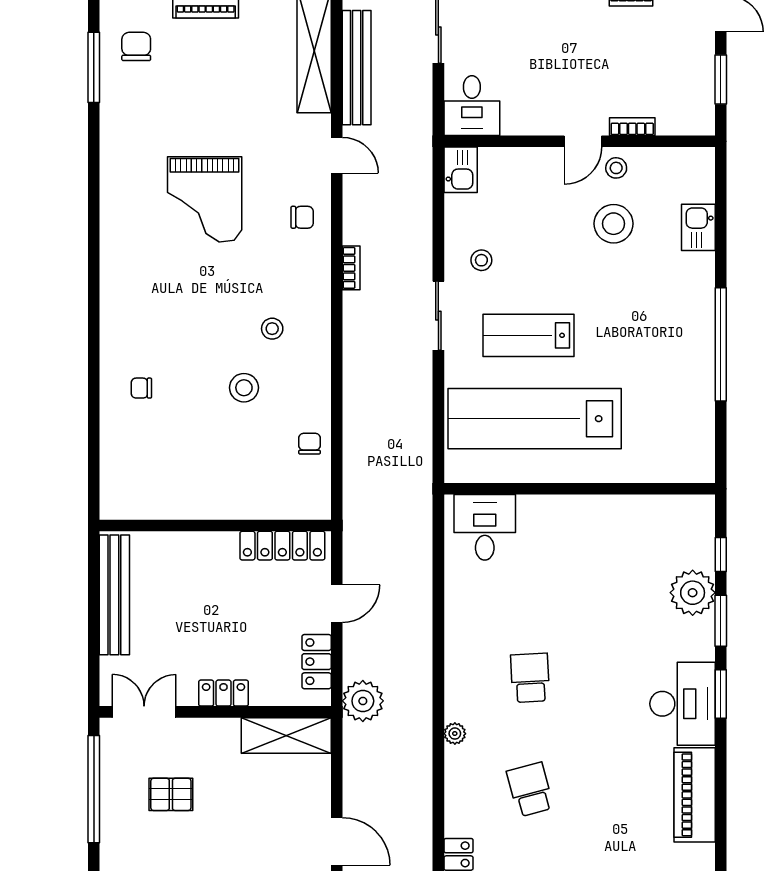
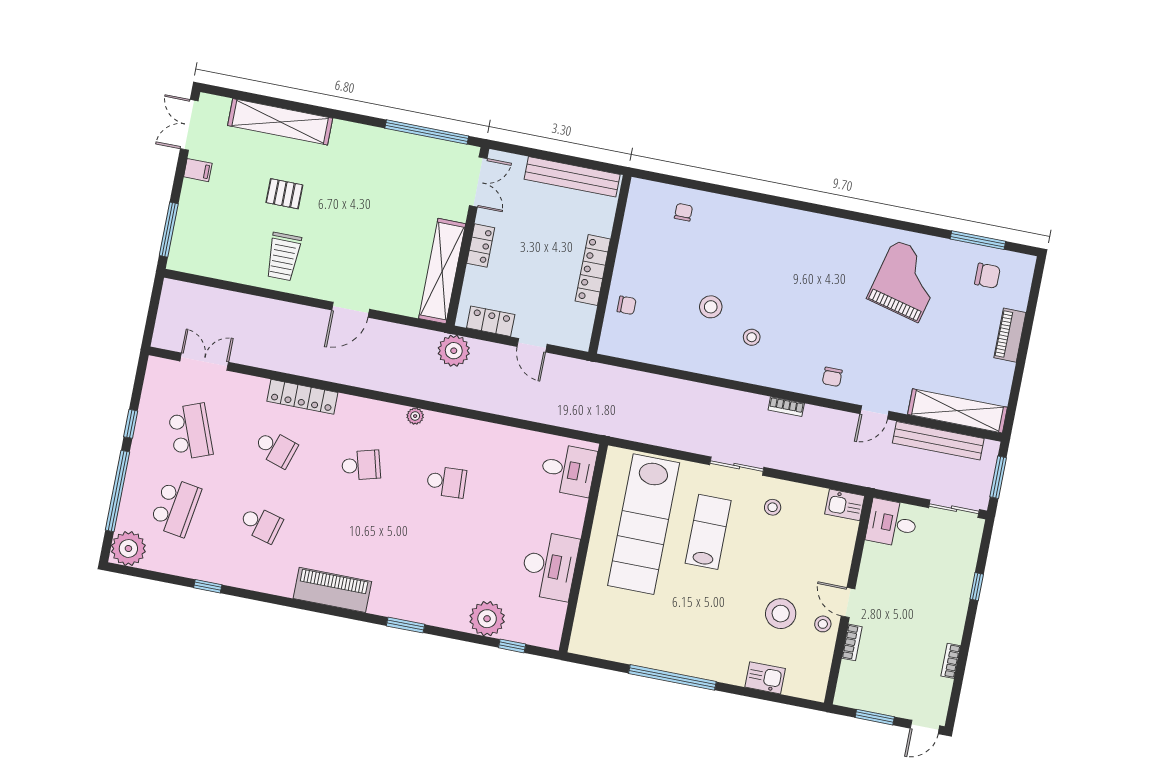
grand piano: (205, 199) -> (906, 281), moved, turned 104
chair: (141, 388) -> (683, 212), moved
lab bench: (535, 419) -> (644, 524), turned 180
chair: (309, 444) -> (627, 305), moved
locker: (282, 546) -> (593, 270), moved
window: (721, 621) -> (461, 636), removed
desk: (683, 704) -> (549, 566), moved, turned -90
shelving: (286, 735) -> (442, 271), width x1.47
pallet: (171, 794) -> (411, 190), removed

